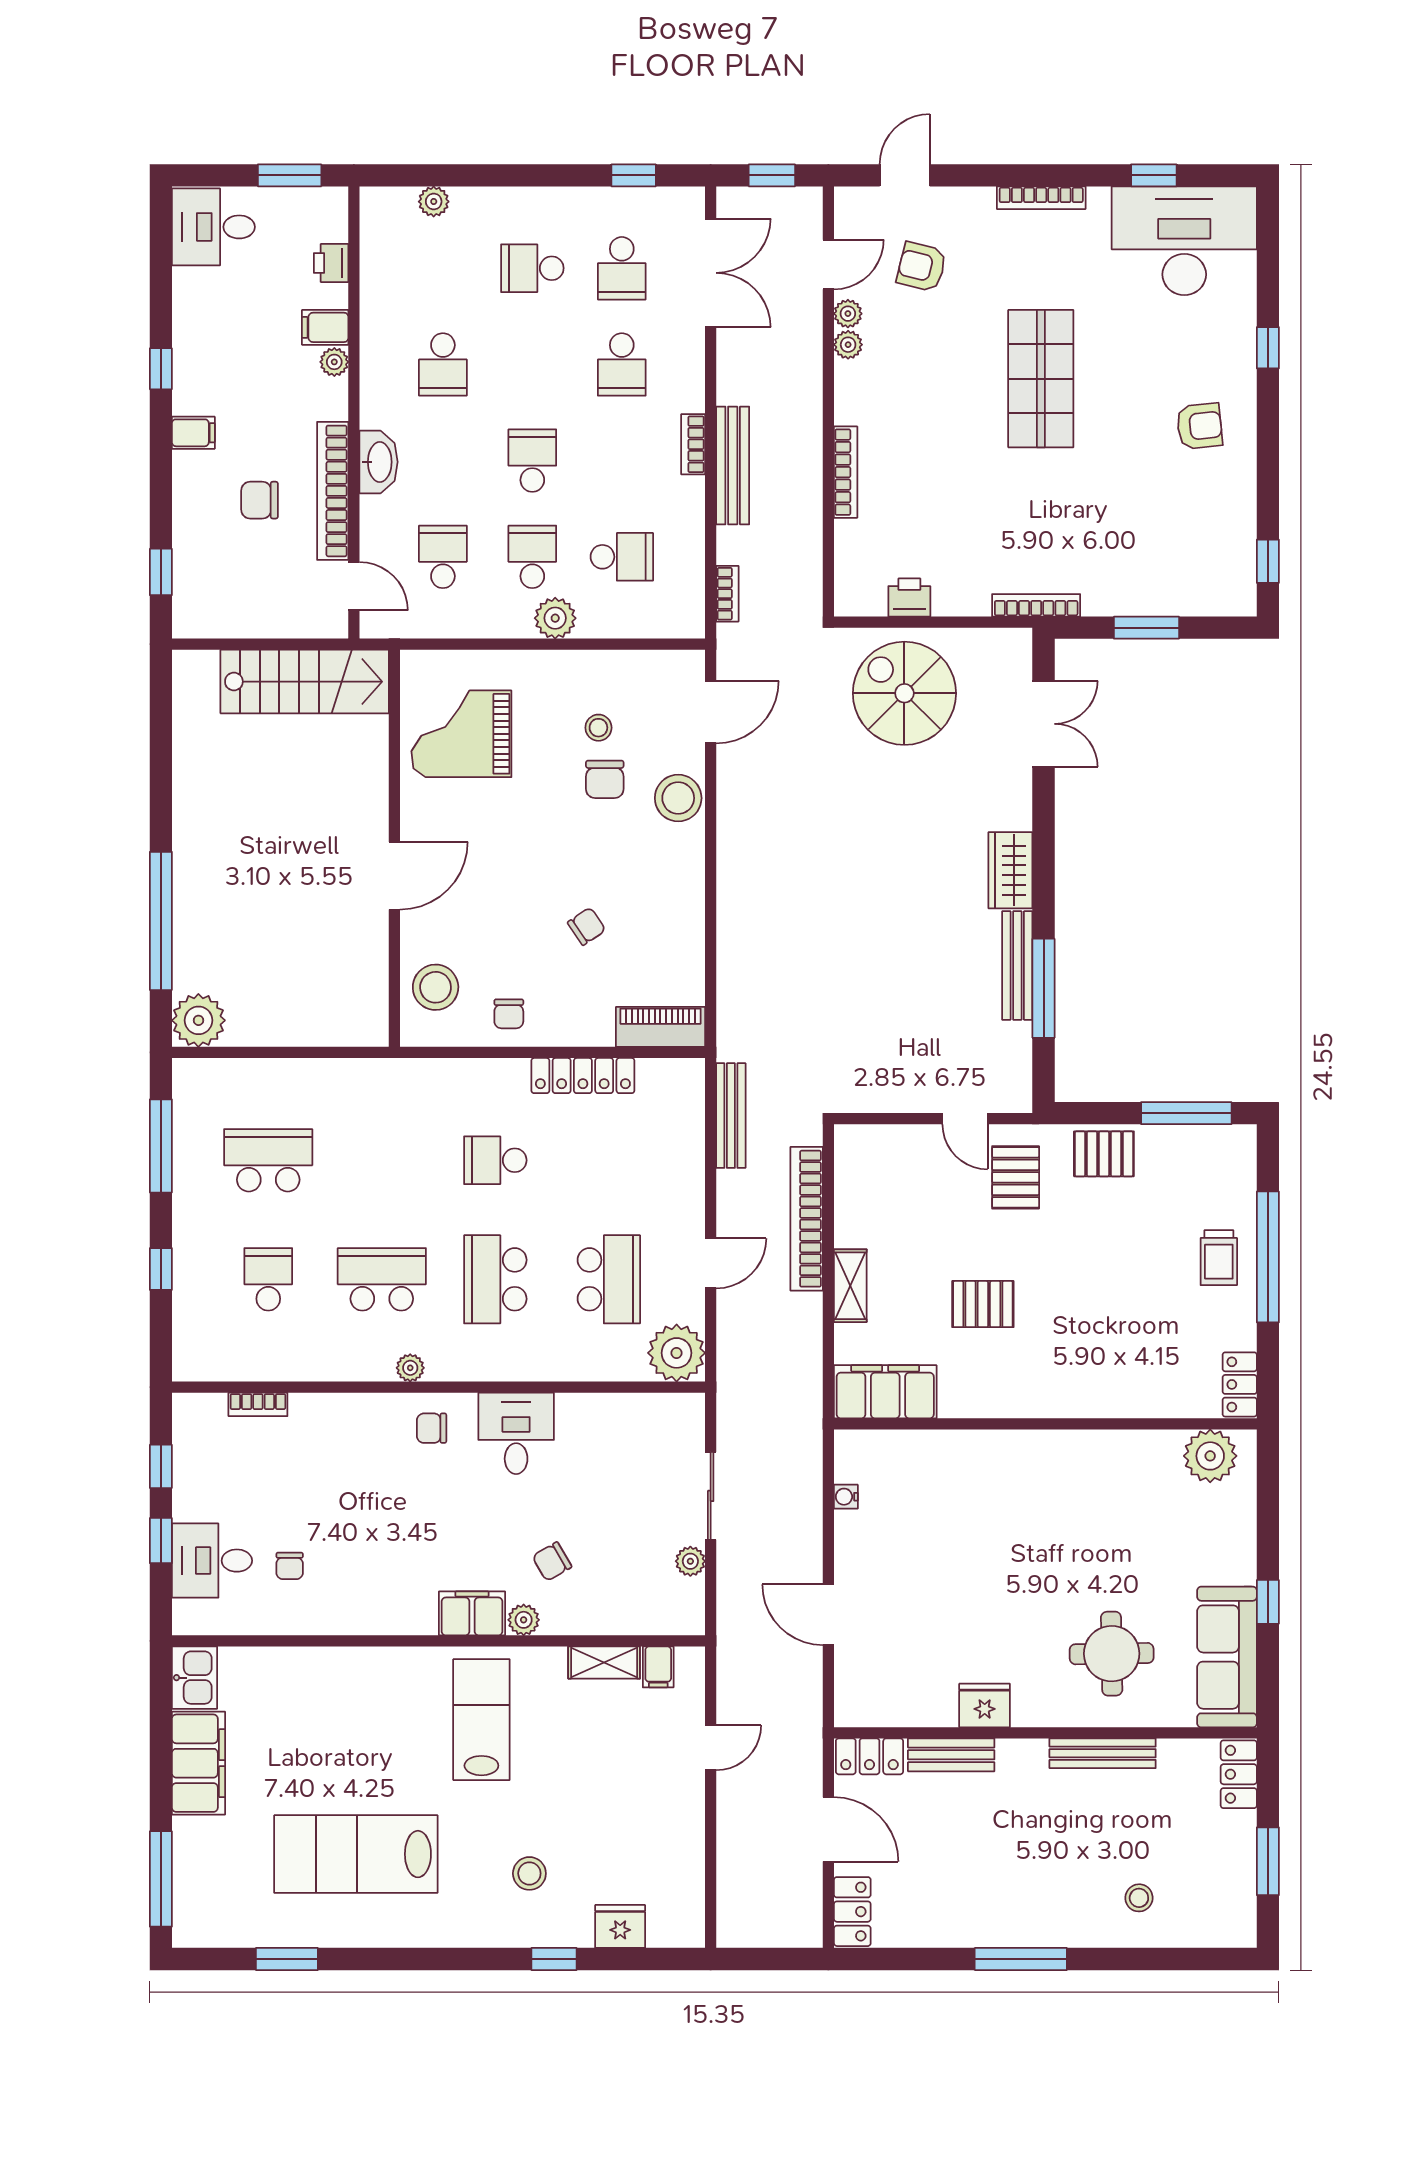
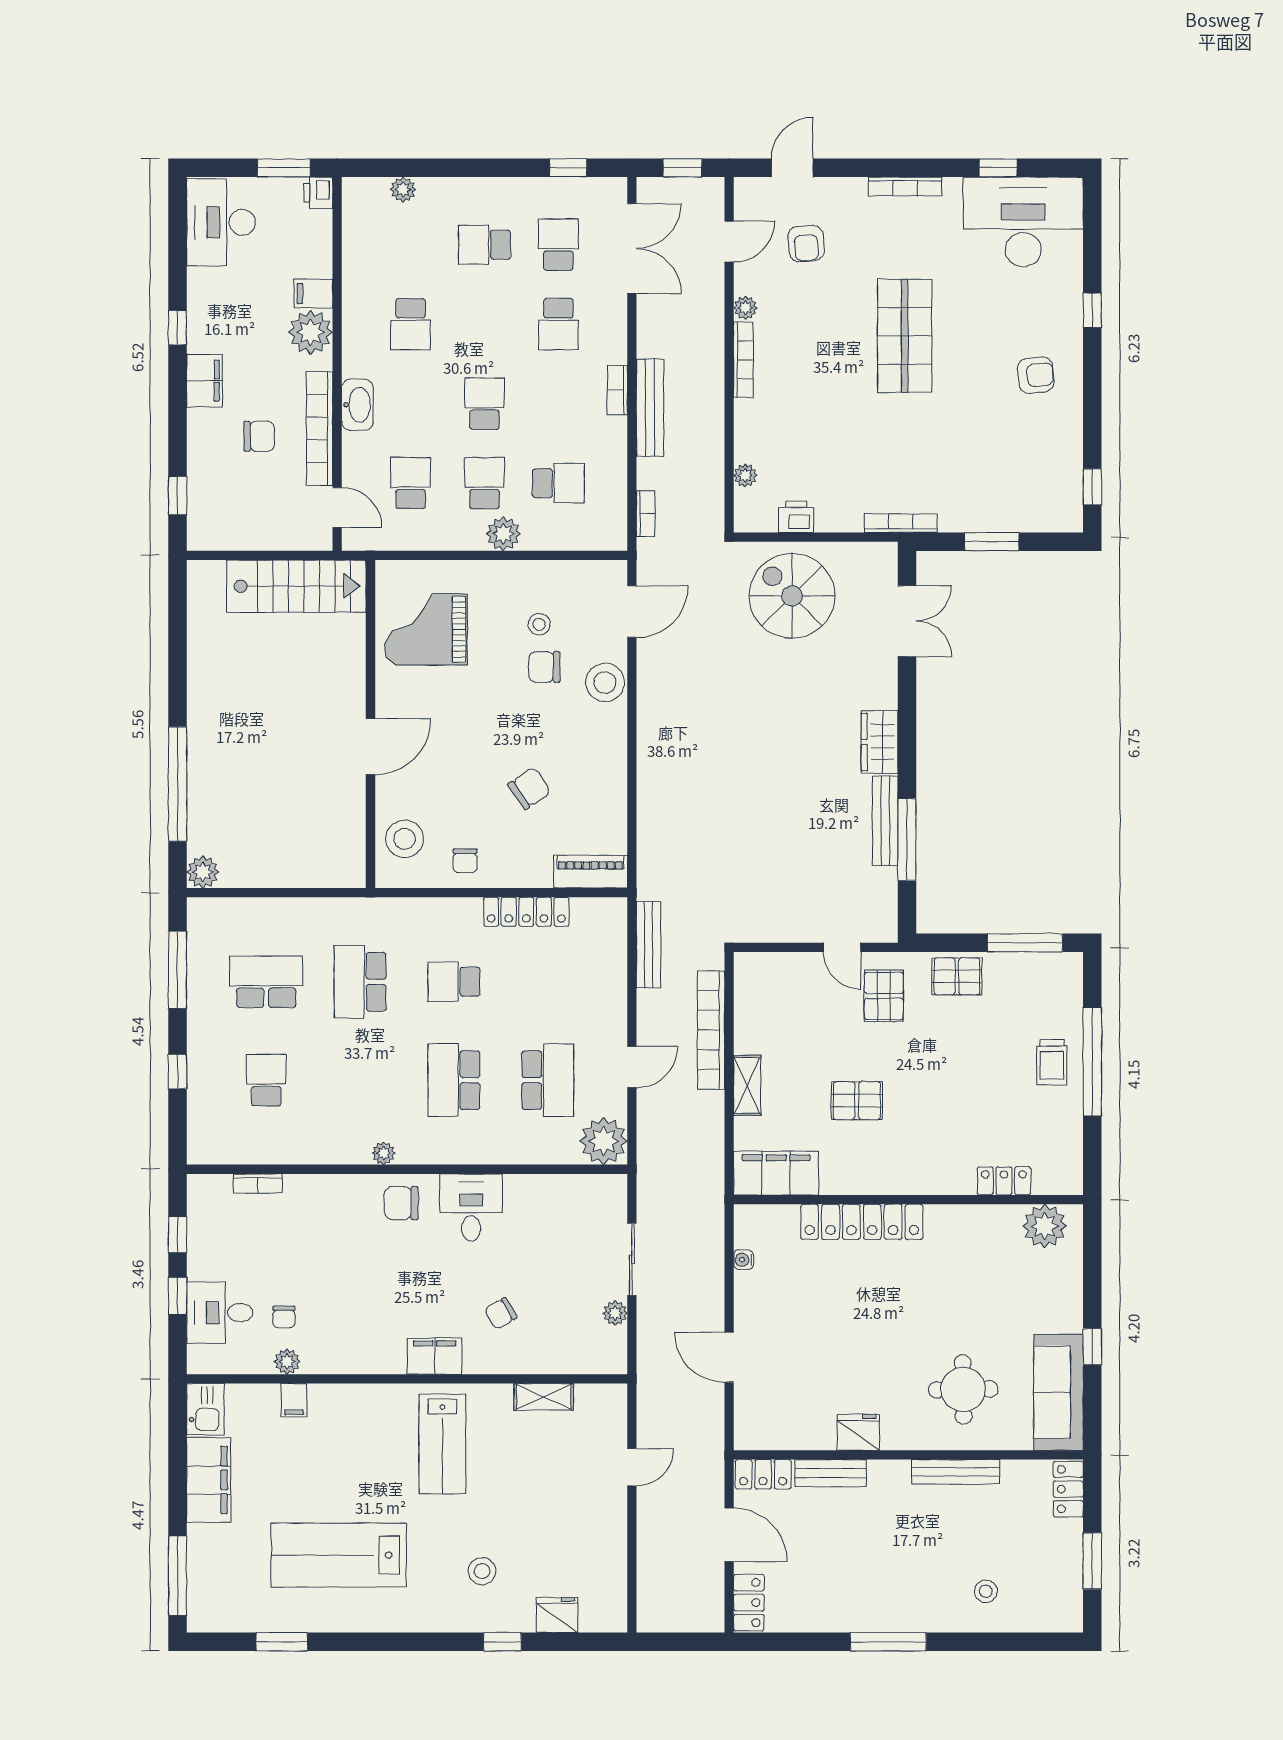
desk: (213, 227) -> (221, 222), width x1.37
printer: (331, 263) -> (318, 193), moved
armchair: (922, 267) -> (806, 243), turned -108
school desk: (622, 268) -> (558, 245), turned 180
plant: (848, 314) -> (745, 475), moved
plant: (334, 362) -> (311, 332), width x1.87, depth x1.87
filing cabinet: (193, 433) -> (204, 381), width x2.00
bookcase: (846, 472) -> (743, 360), moved
chair: (260, 500) -> (259, 436), turned 180
chair: (605, 779) -> (544, 667), turned 90
chair: (587, 926) -> (529, 788), width x1.37, depth x1.37
plant: (198, 1020) -> (203, 872), width x0.73, depth x0.73
school desk: (382, 1279) -> (360, 982), moved, turned -90
locker: (1240, 1384) -> (1004, 1181), moved, turned 90
chair: (432, 1428) -> (401, 1203), width x1.37, depth x1.37
locker: (989, 1451) -> (862, 1222), added
plant: (524, 1620) -> (287, 1362), moved
filing cabinet: (658, 1667) -> (294, 1400), moved
lab bench: (481, 1720) -> (442, 1444), turned 180

